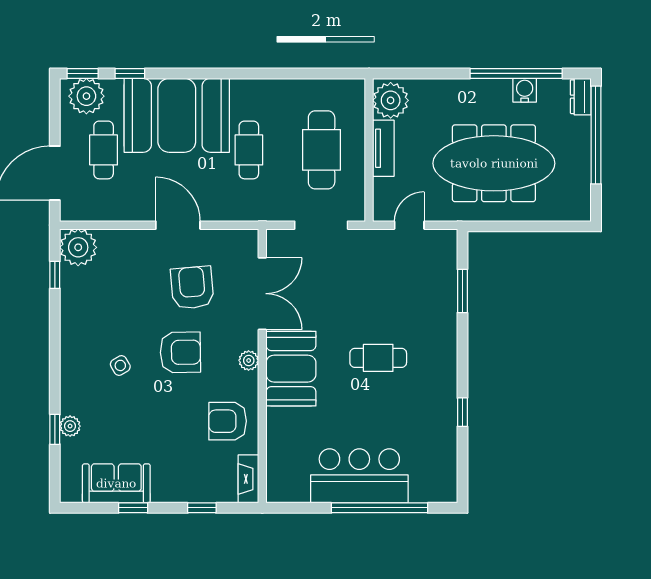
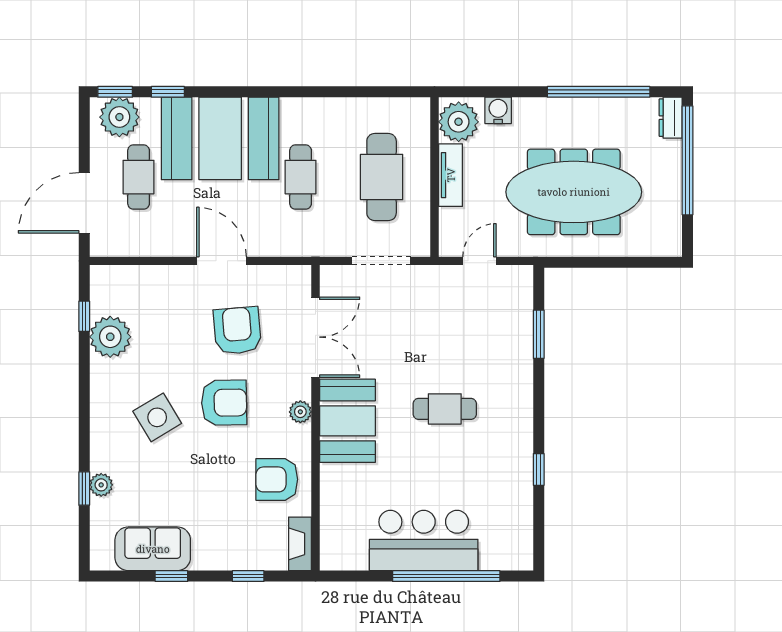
water cooler: (525, 90) -> (498, 110), moved
plant: (78, 247) -> (110, 337), moved
side table: (120, 365) -> (157, 417), width x1.87, depth x1.87

